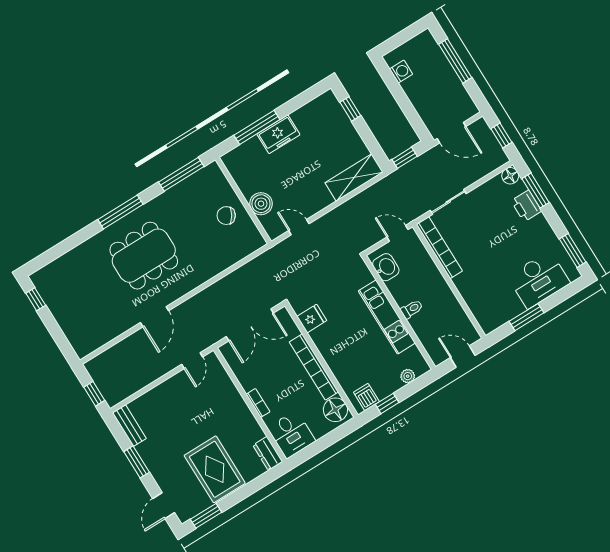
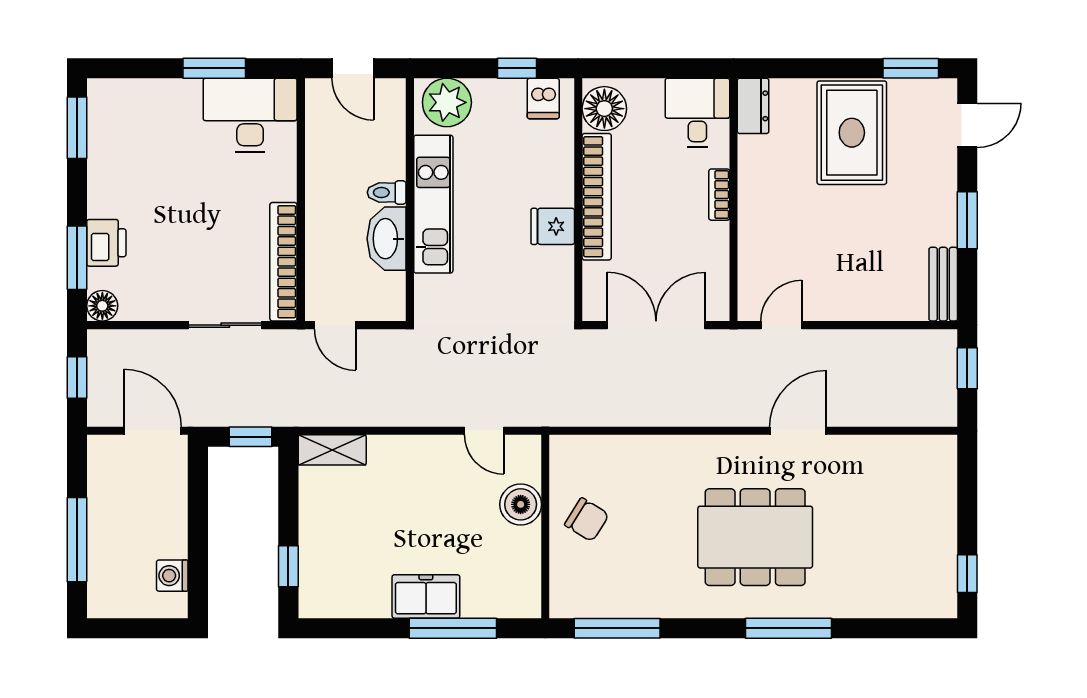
shelving: (354, 177) -> (332, 450), width x0.67, depth x0.75
window: (120, 212) -> (788, 628), moved
washbasin: (386, 267) -> (387, 239), moved, width x1.38
desk: (539, 280) -> (250, 115), moved
fridge: (312, 318) -> (553, 226), moved
plant: (408, 376) -> (447, 102), width x1.87, depth x1.87

